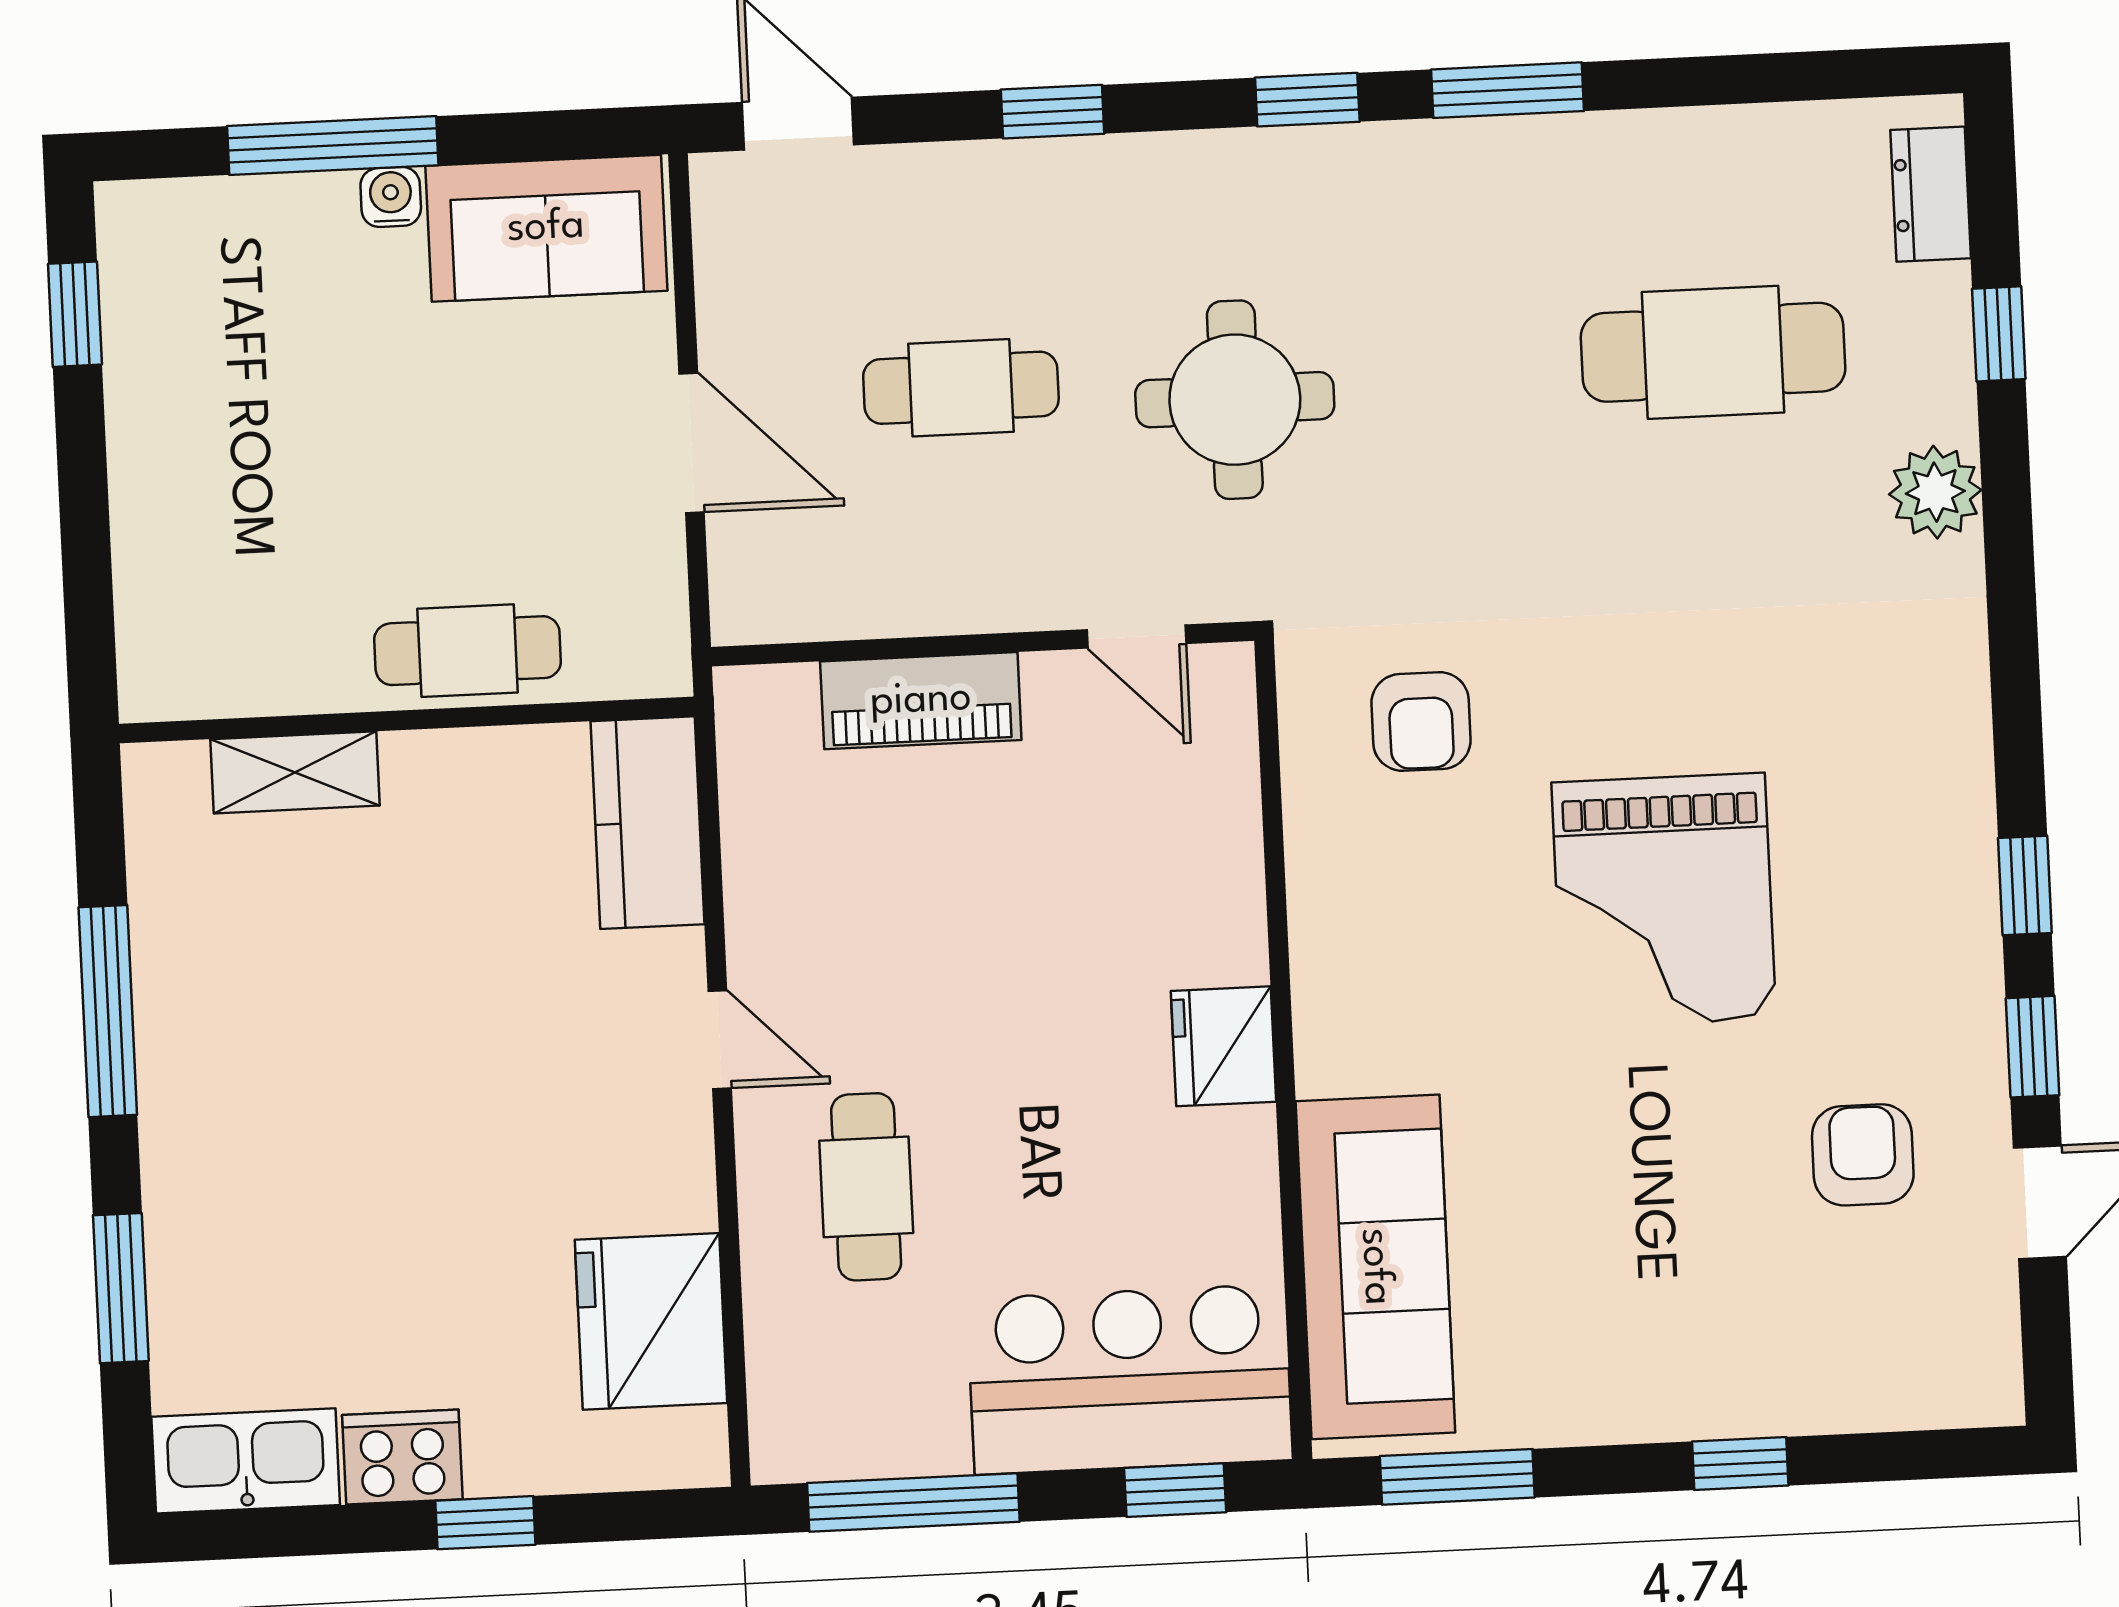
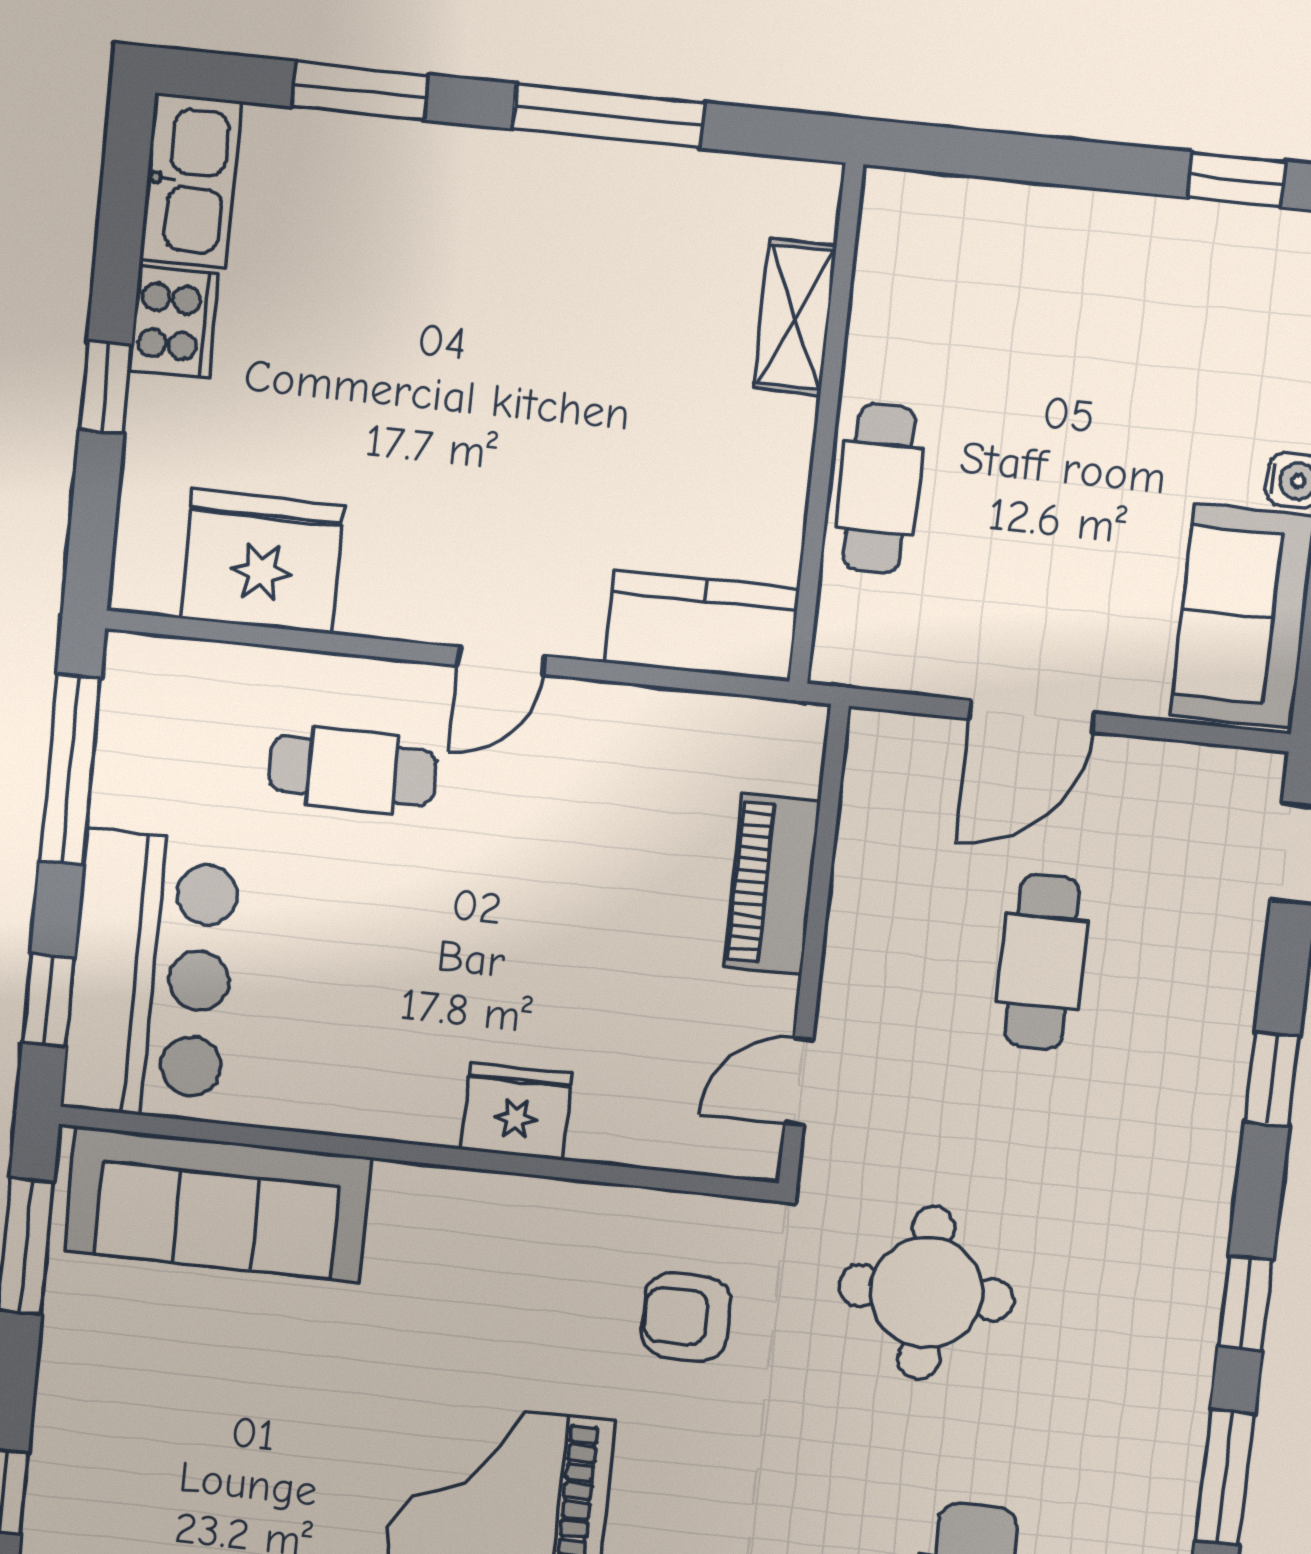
round table: (1235, 400) -> (926, 1293), moved
fridge: (1223, 1046) -> (516, 1111), moved

